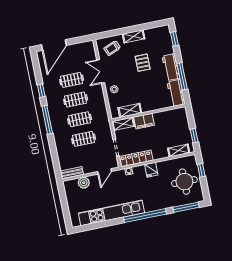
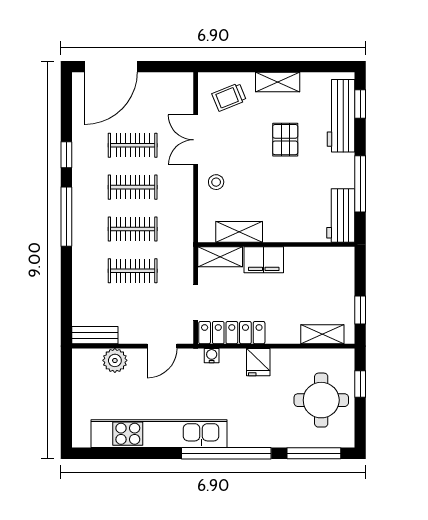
workbench: (171, 67) -> (341, 116), moved, width x1.38

